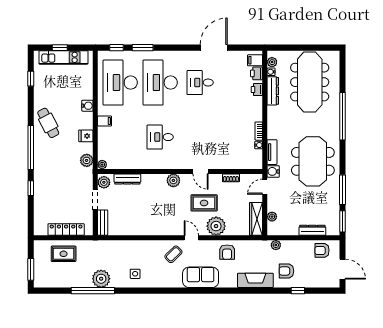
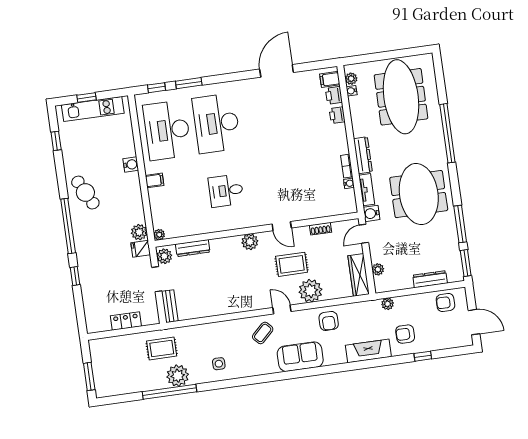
desk: (200, 83) -> (266, 116), removed
dresser: (273, 91) -> (363, 155), moved
fridge: (86, 136) -> (141, 249), moved
locker: (66, 230) -> (126, 321), width x0.66
rug: (64, 254) -> (162, 348), moved

